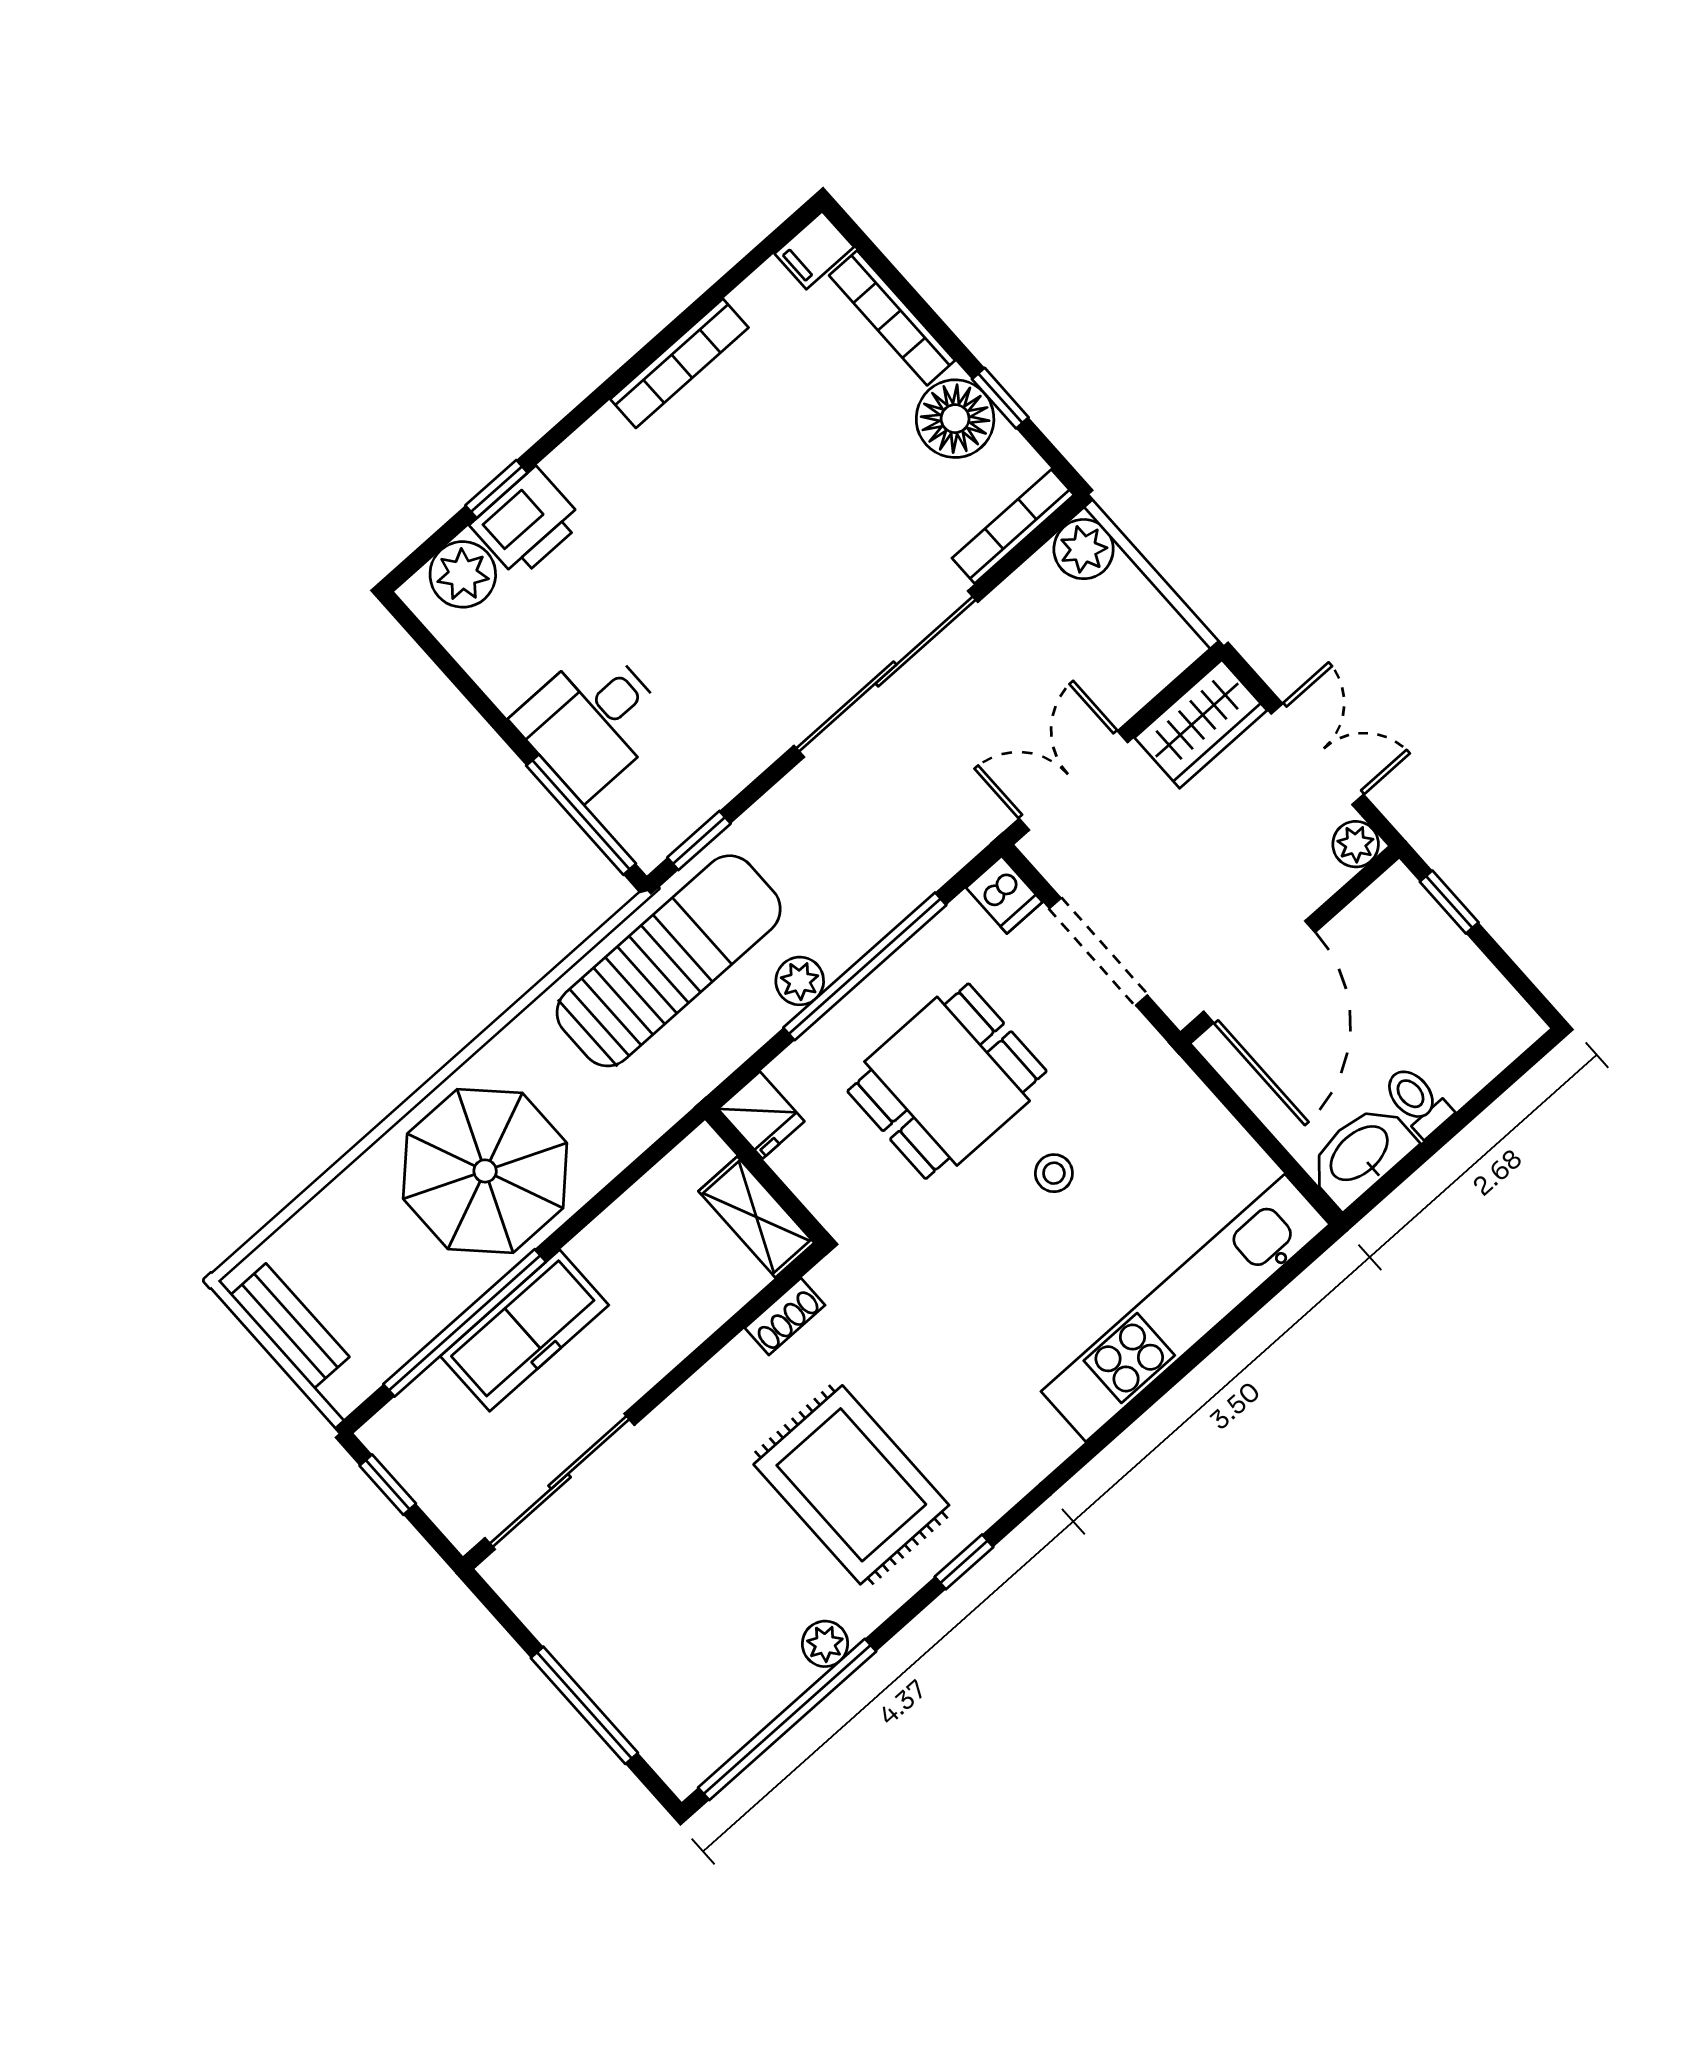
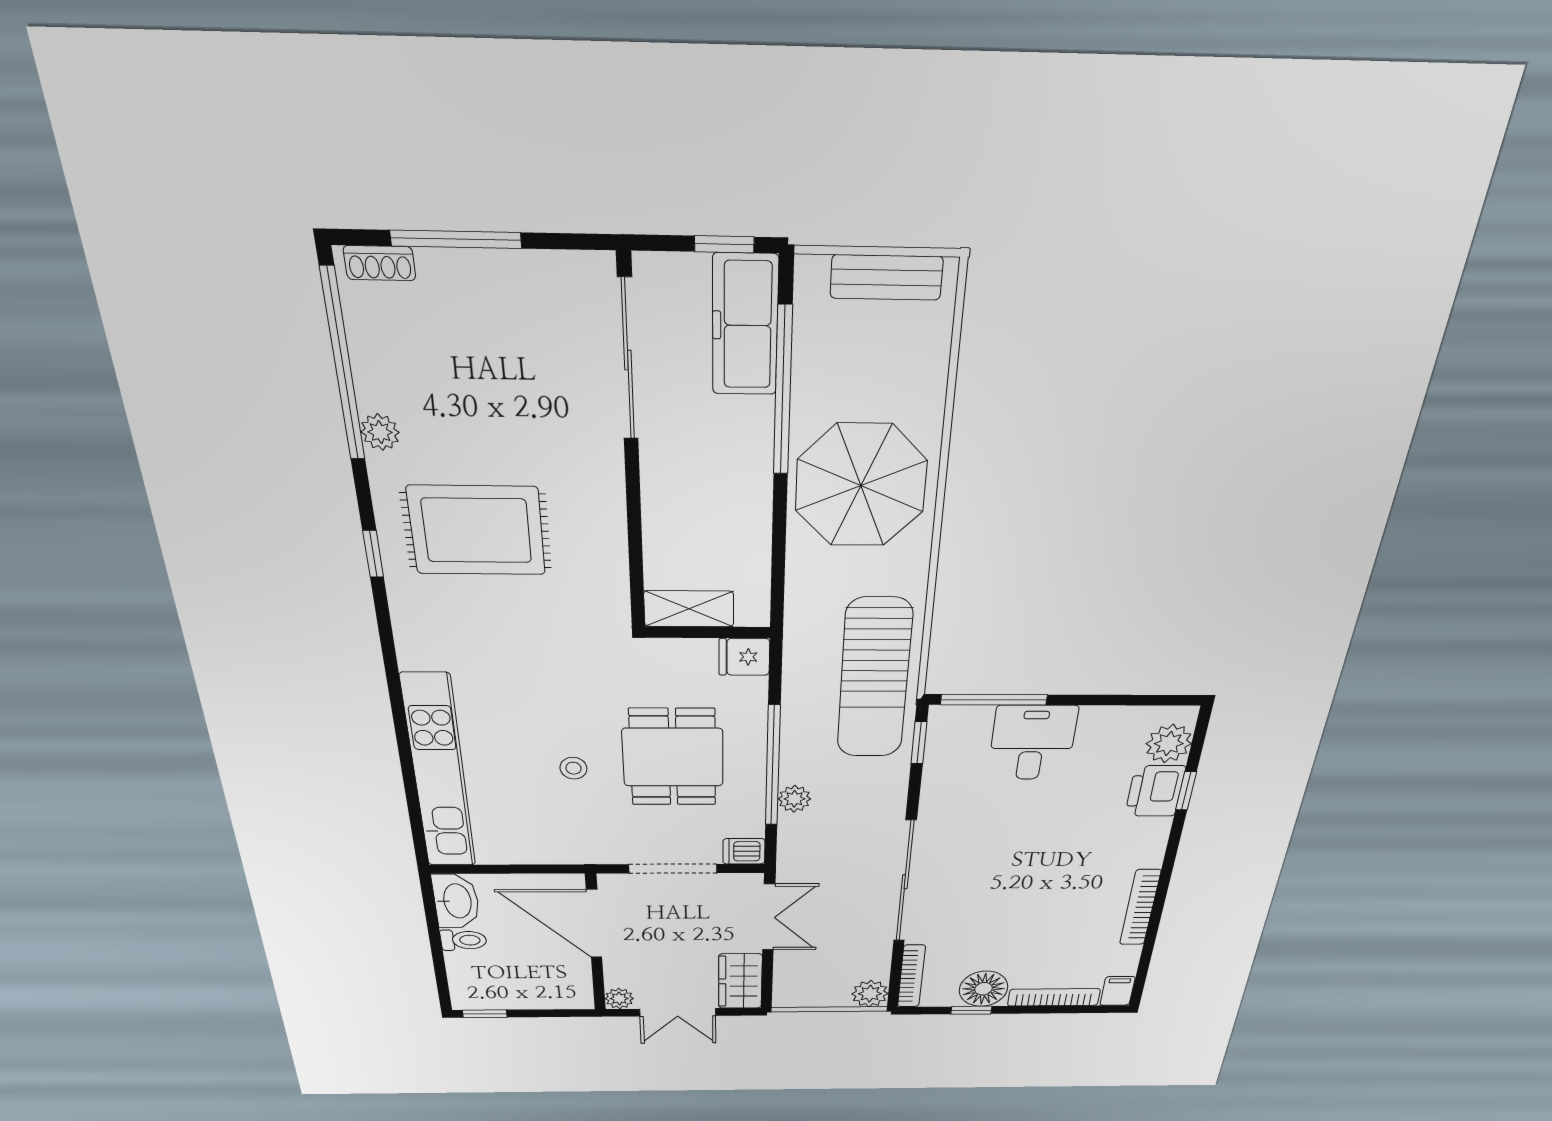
window: (1449, 902) -> (485, 1014), moved
plant: (800, 981) -> (794, 799), moved
shoe rack: (785, 1317) -> (380, 263), moved, turned -90
freezer: (525, 1331) -> (745, 325), moved

